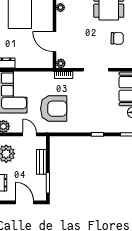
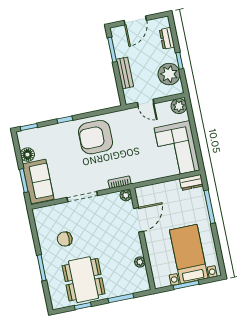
door: (55, 42) -> (139, 220), hinge flipped
armchair: (54, 109) -> (95, 137), moved
door: (24, 202) -> (135, 20), hinge flipped

